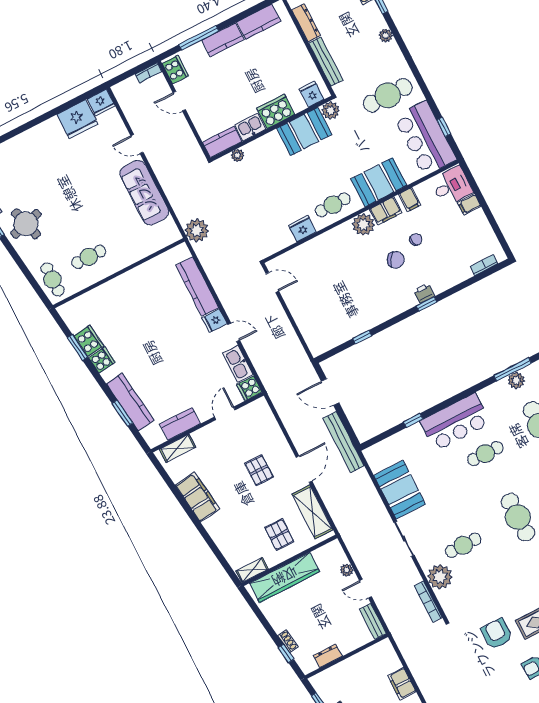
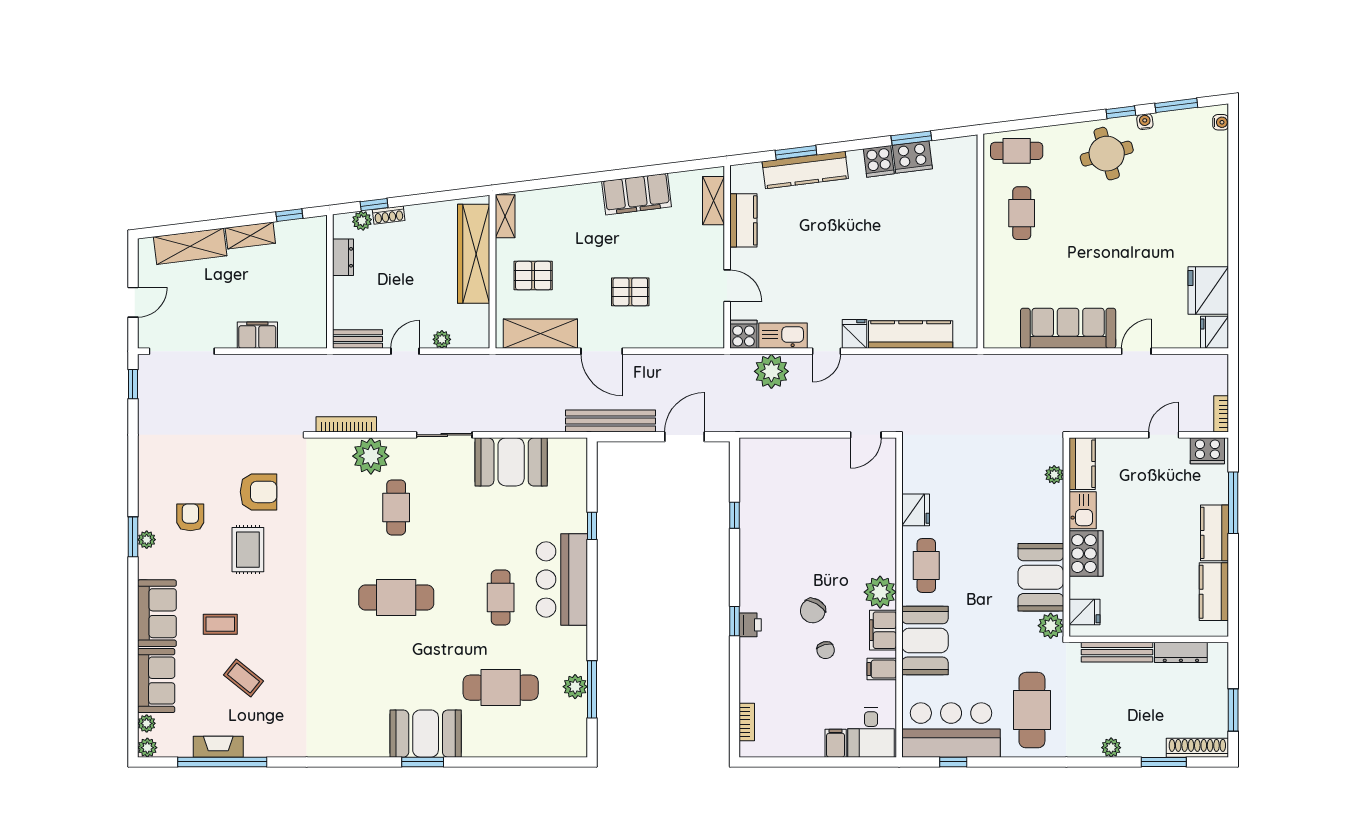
plant: (197, 230) -> (771, 371), moved
plant: (299, 656) -> (362, 221), added

